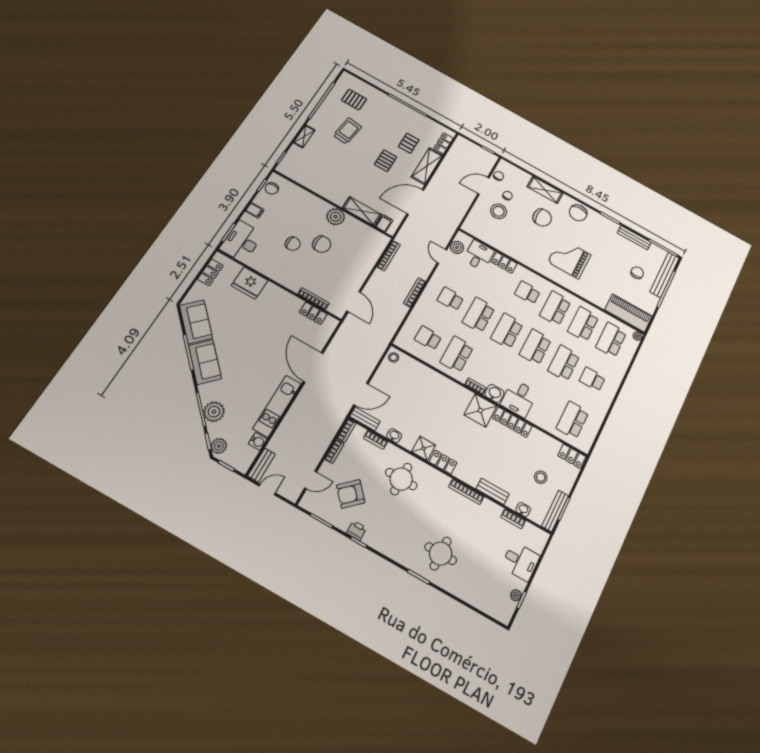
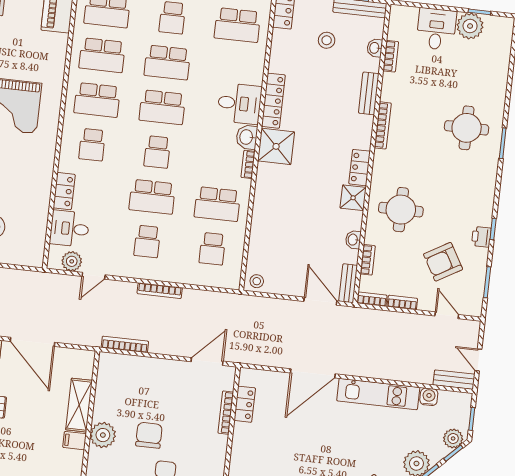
filing cabinet: (384, 223) -> (75, 441), moved
school desk: (507, 331) -> (157, 152), width x0.54
armchair: (351, 494) -> (443, 262), turned 103
plant: (516, 595) -> (470, 26), width x1.88, depth x1.88

